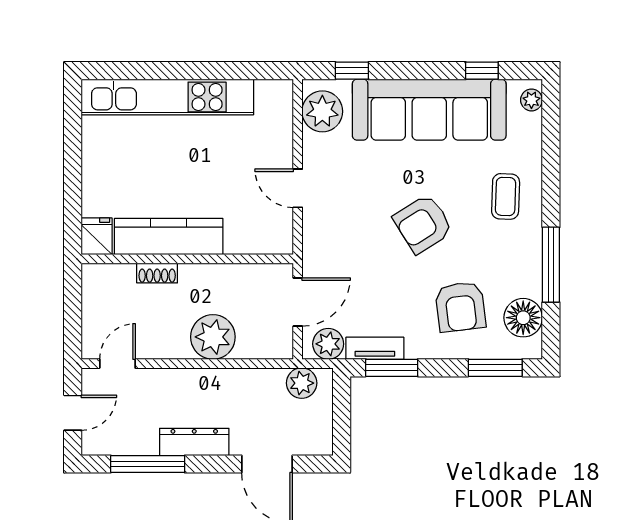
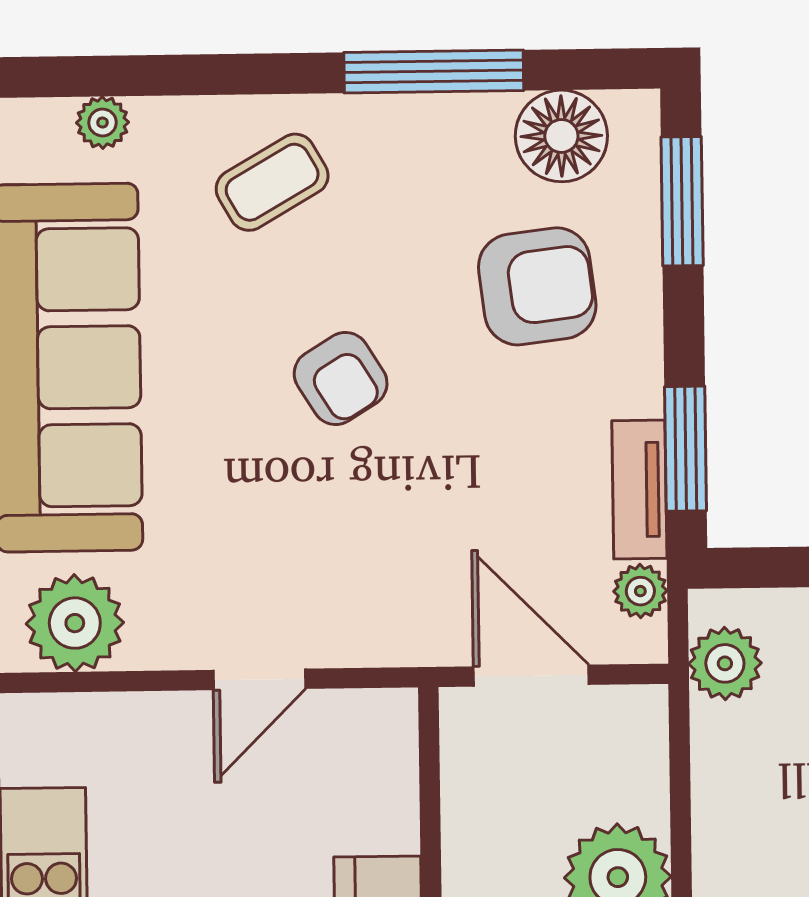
plant: (531, 100) -> (103, 123), moved
coffee table: (506, 196) -> (272, 182), turned -32
armchair: (423, 224) -> (341, 379), width x0.72, depth x0.72
plant: (328, 344) -> (640, 591), width x0.73, depth x0.73

